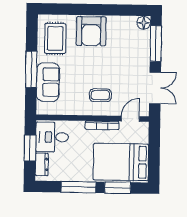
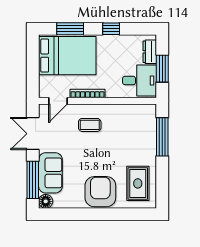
window: (31, 69) -> (162, 137), moved
sofa: (48, 82) -> (50, 173), moved, turned 180
window: (78, 187) -> (111, 29), width x0.46

